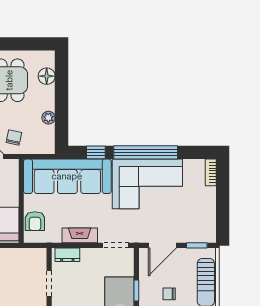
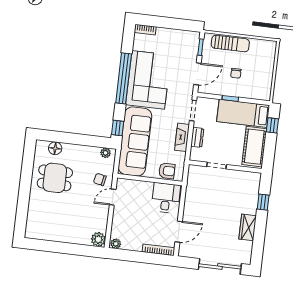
plant: (48, 118) -> (106, 153), moved
window: (96, 152) -> (118, 128), moved
door: (162, 245) -> (197, 74), hinge flipped
dresser: (67, 255) -> (197, 137), moved

